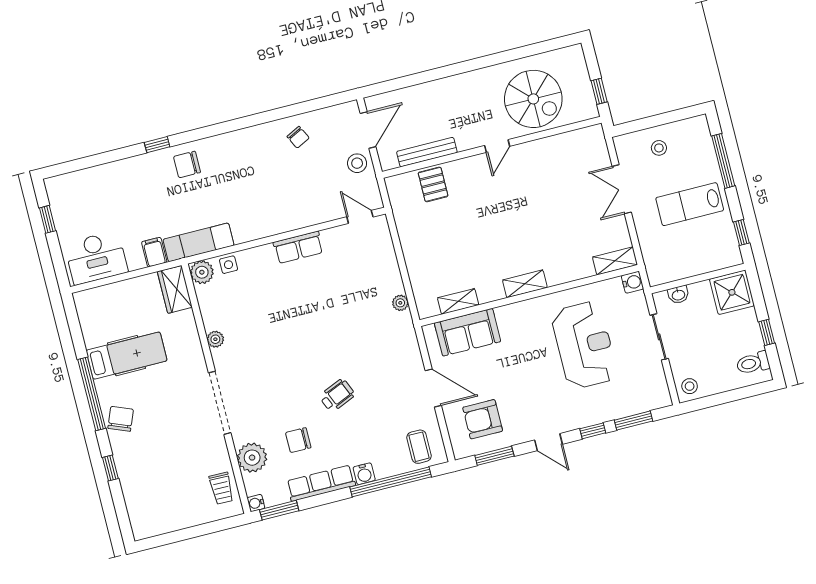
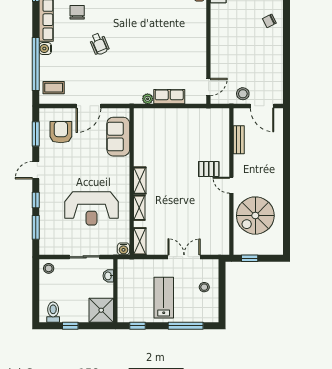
chair: (298, 137) -> (269, 21), moved
bench: (427, 152) -> (239, 140), width x0.73
pallet: (433, 184) -> (209, 169), moved
row of seats: (298, 247) -> (169, 97), moved, turned 90
shelving: (458, 301) -> (139, 208), moved

